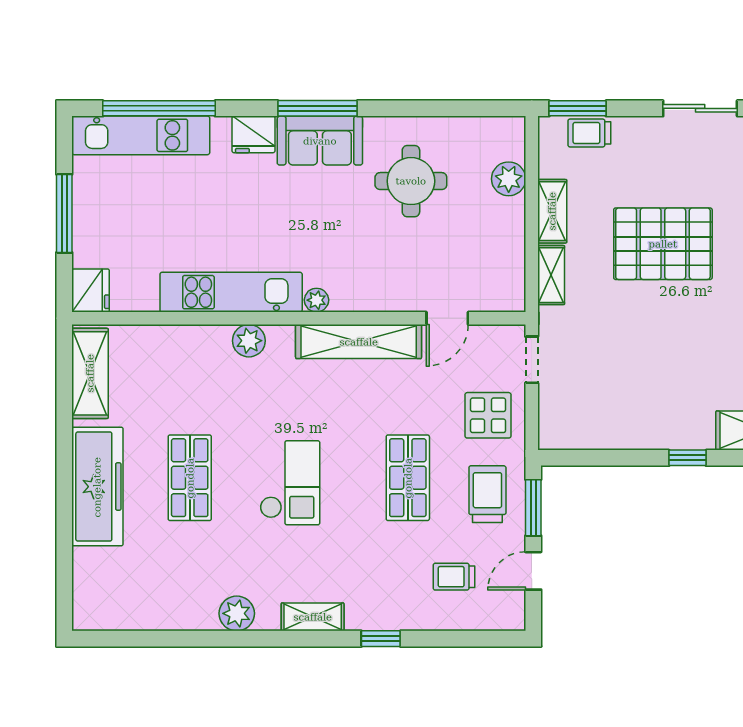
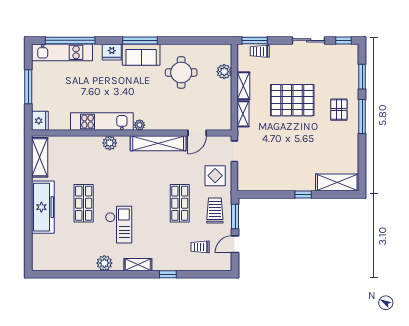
checkout: (290, 483) -> (119, 225), moved

